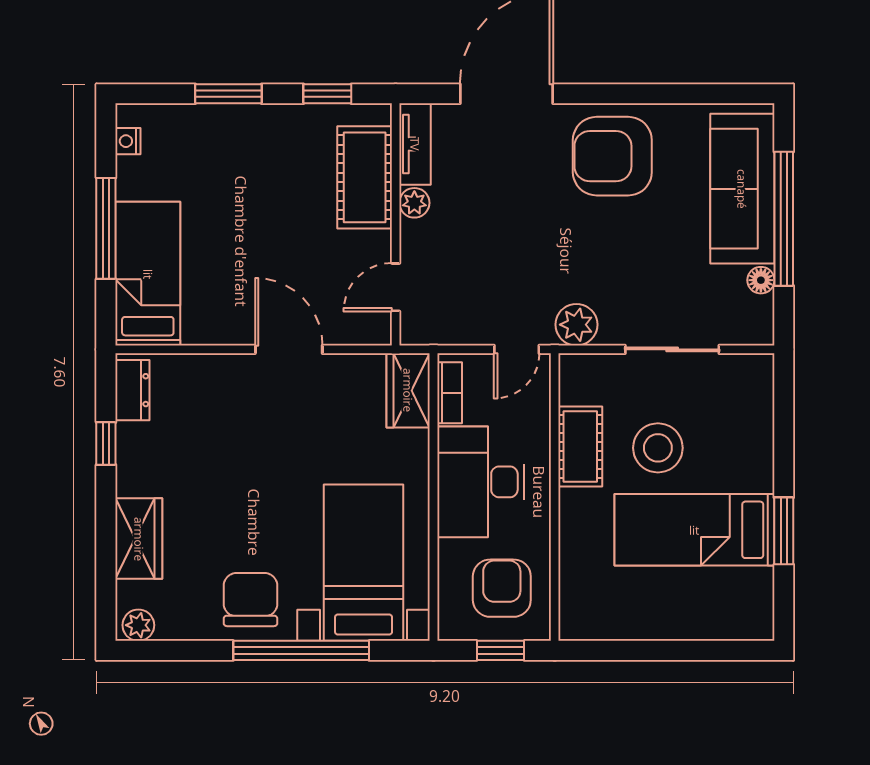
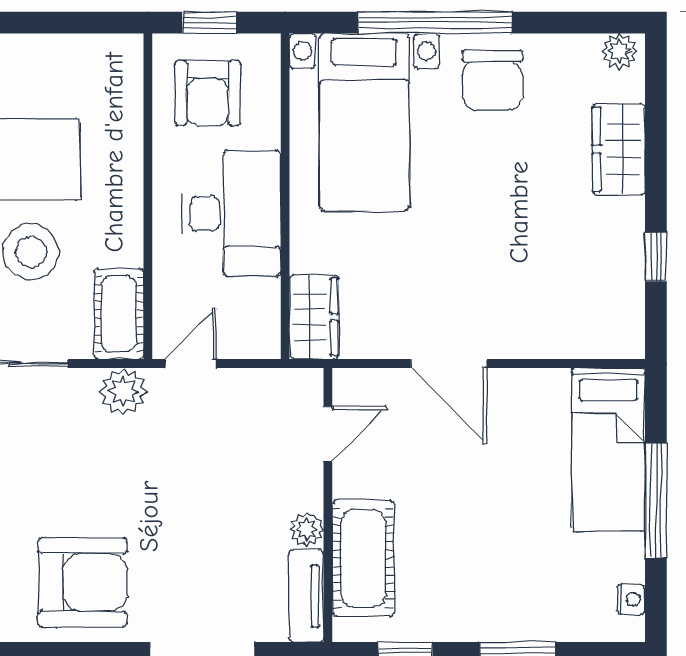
dresser: (132, 390) -> (626, 317), removed
bookcase: (450, 393) -> (267, 314), removed
cot: (580, 447) -> (119, 314), moved

